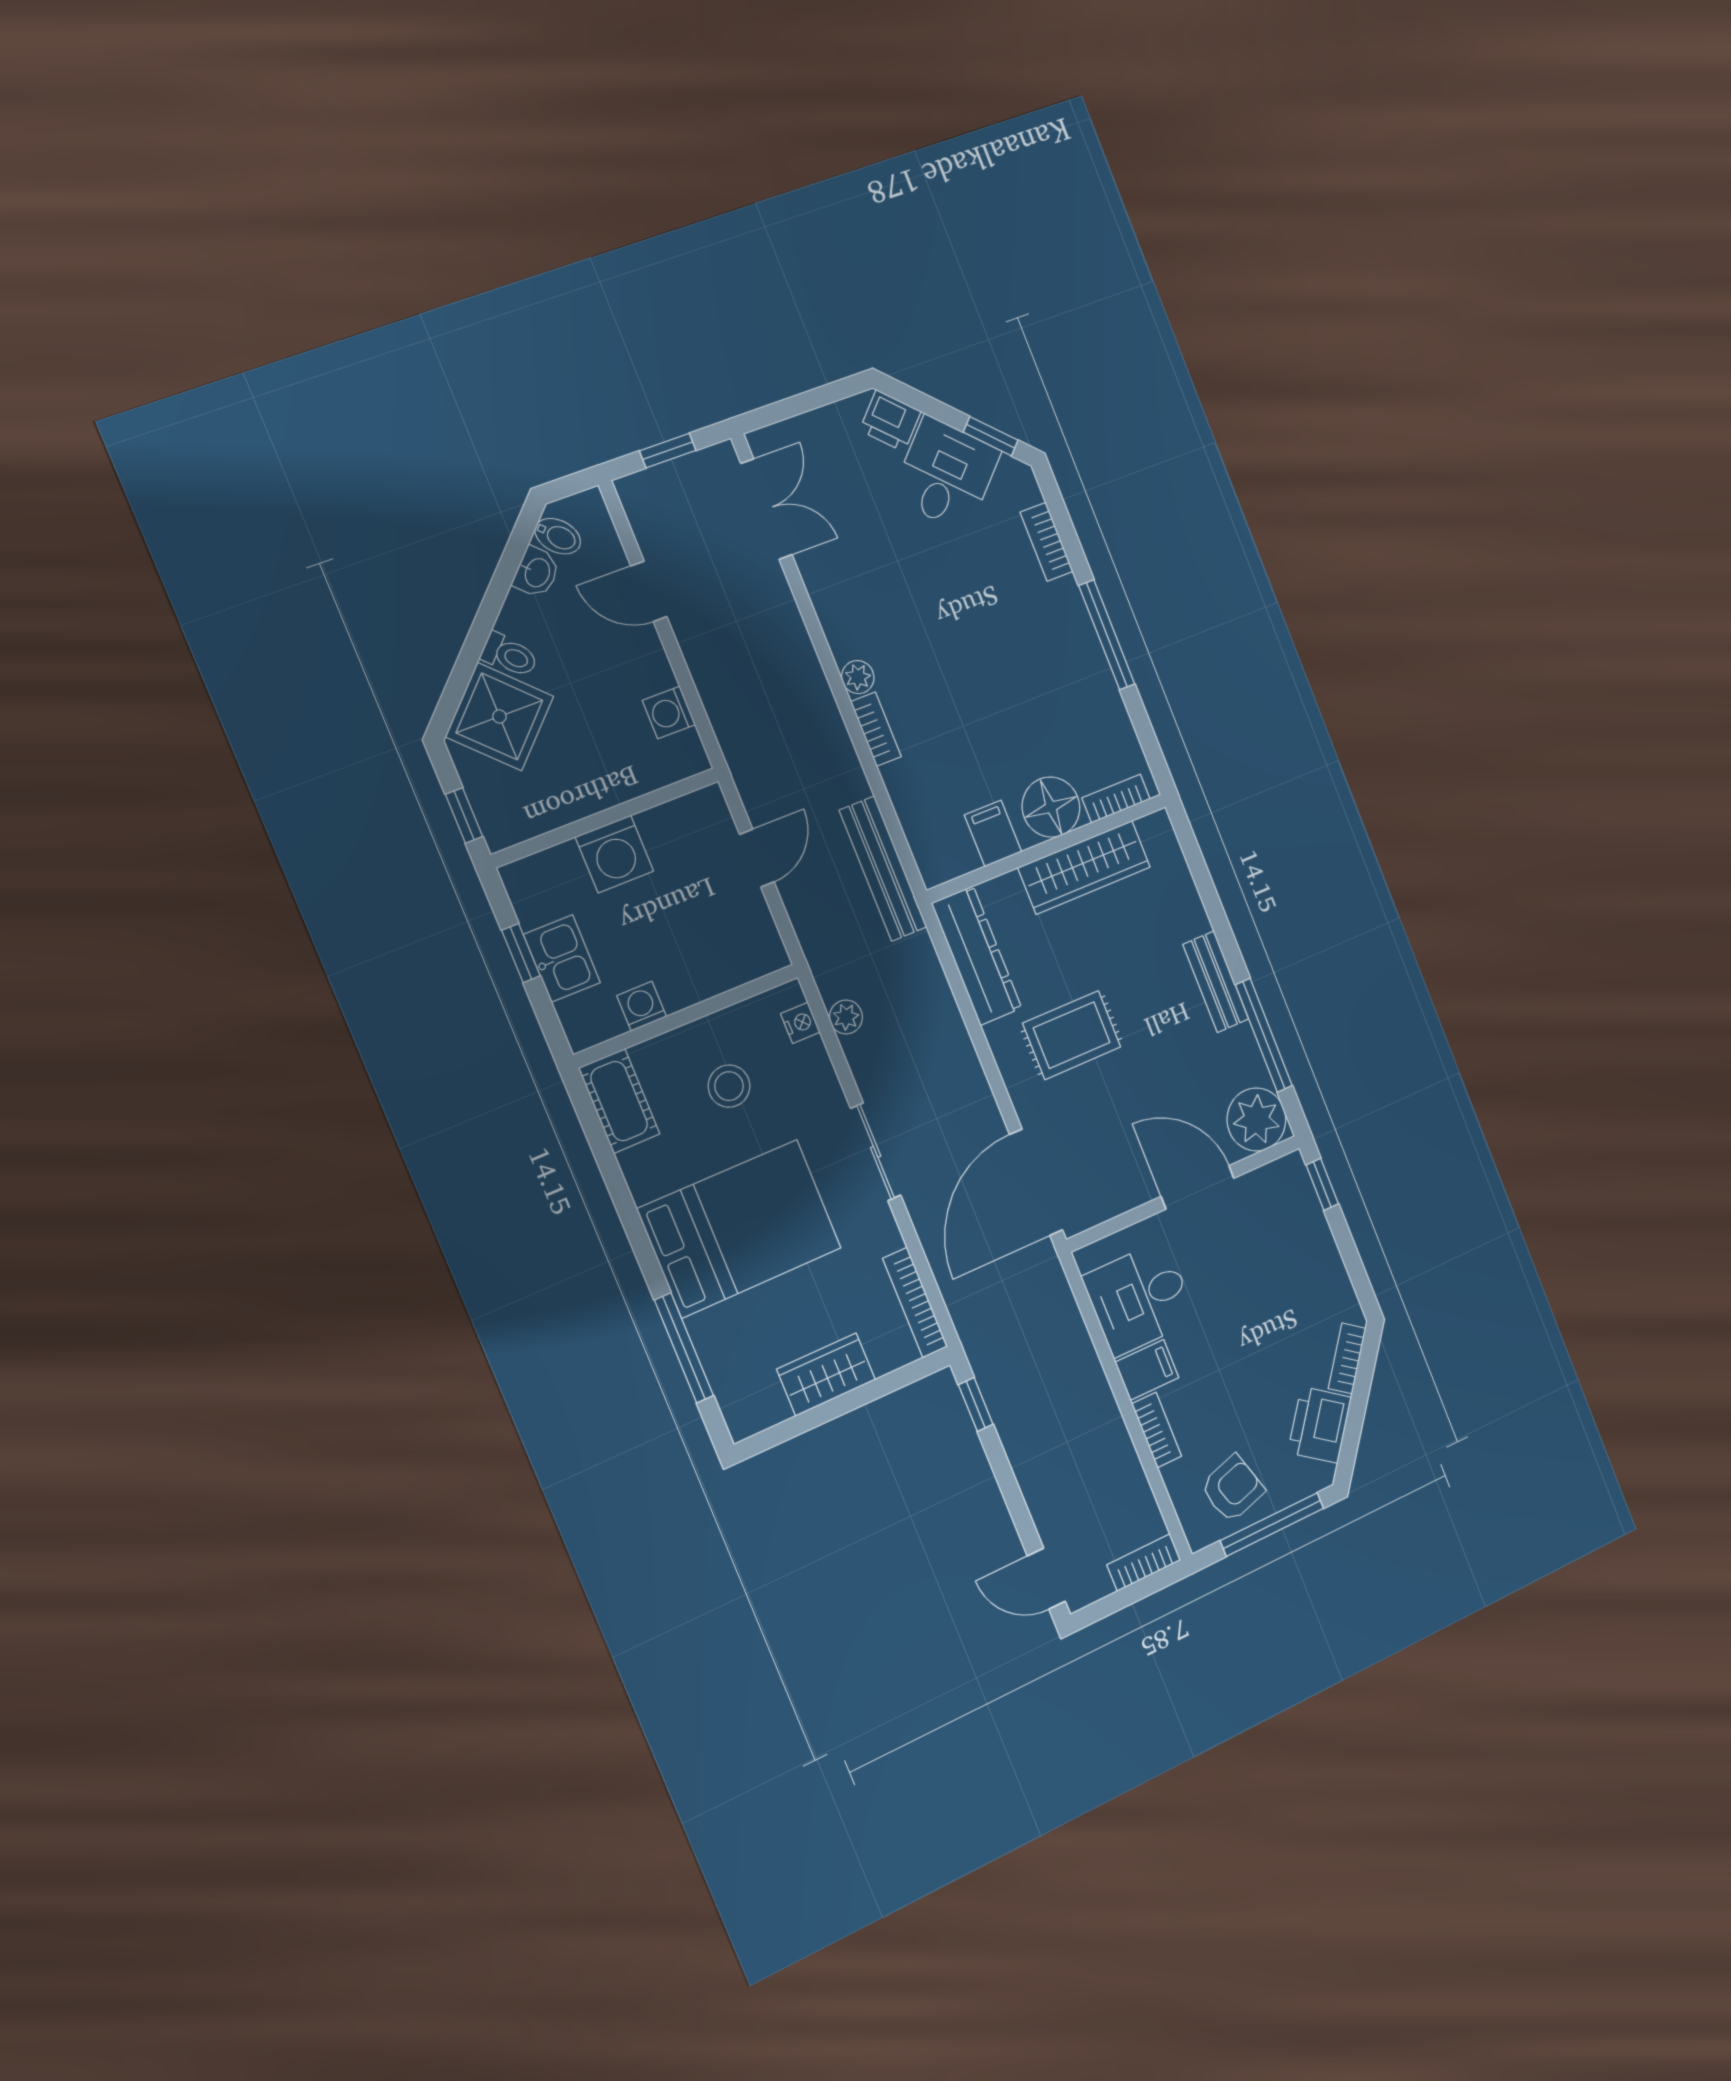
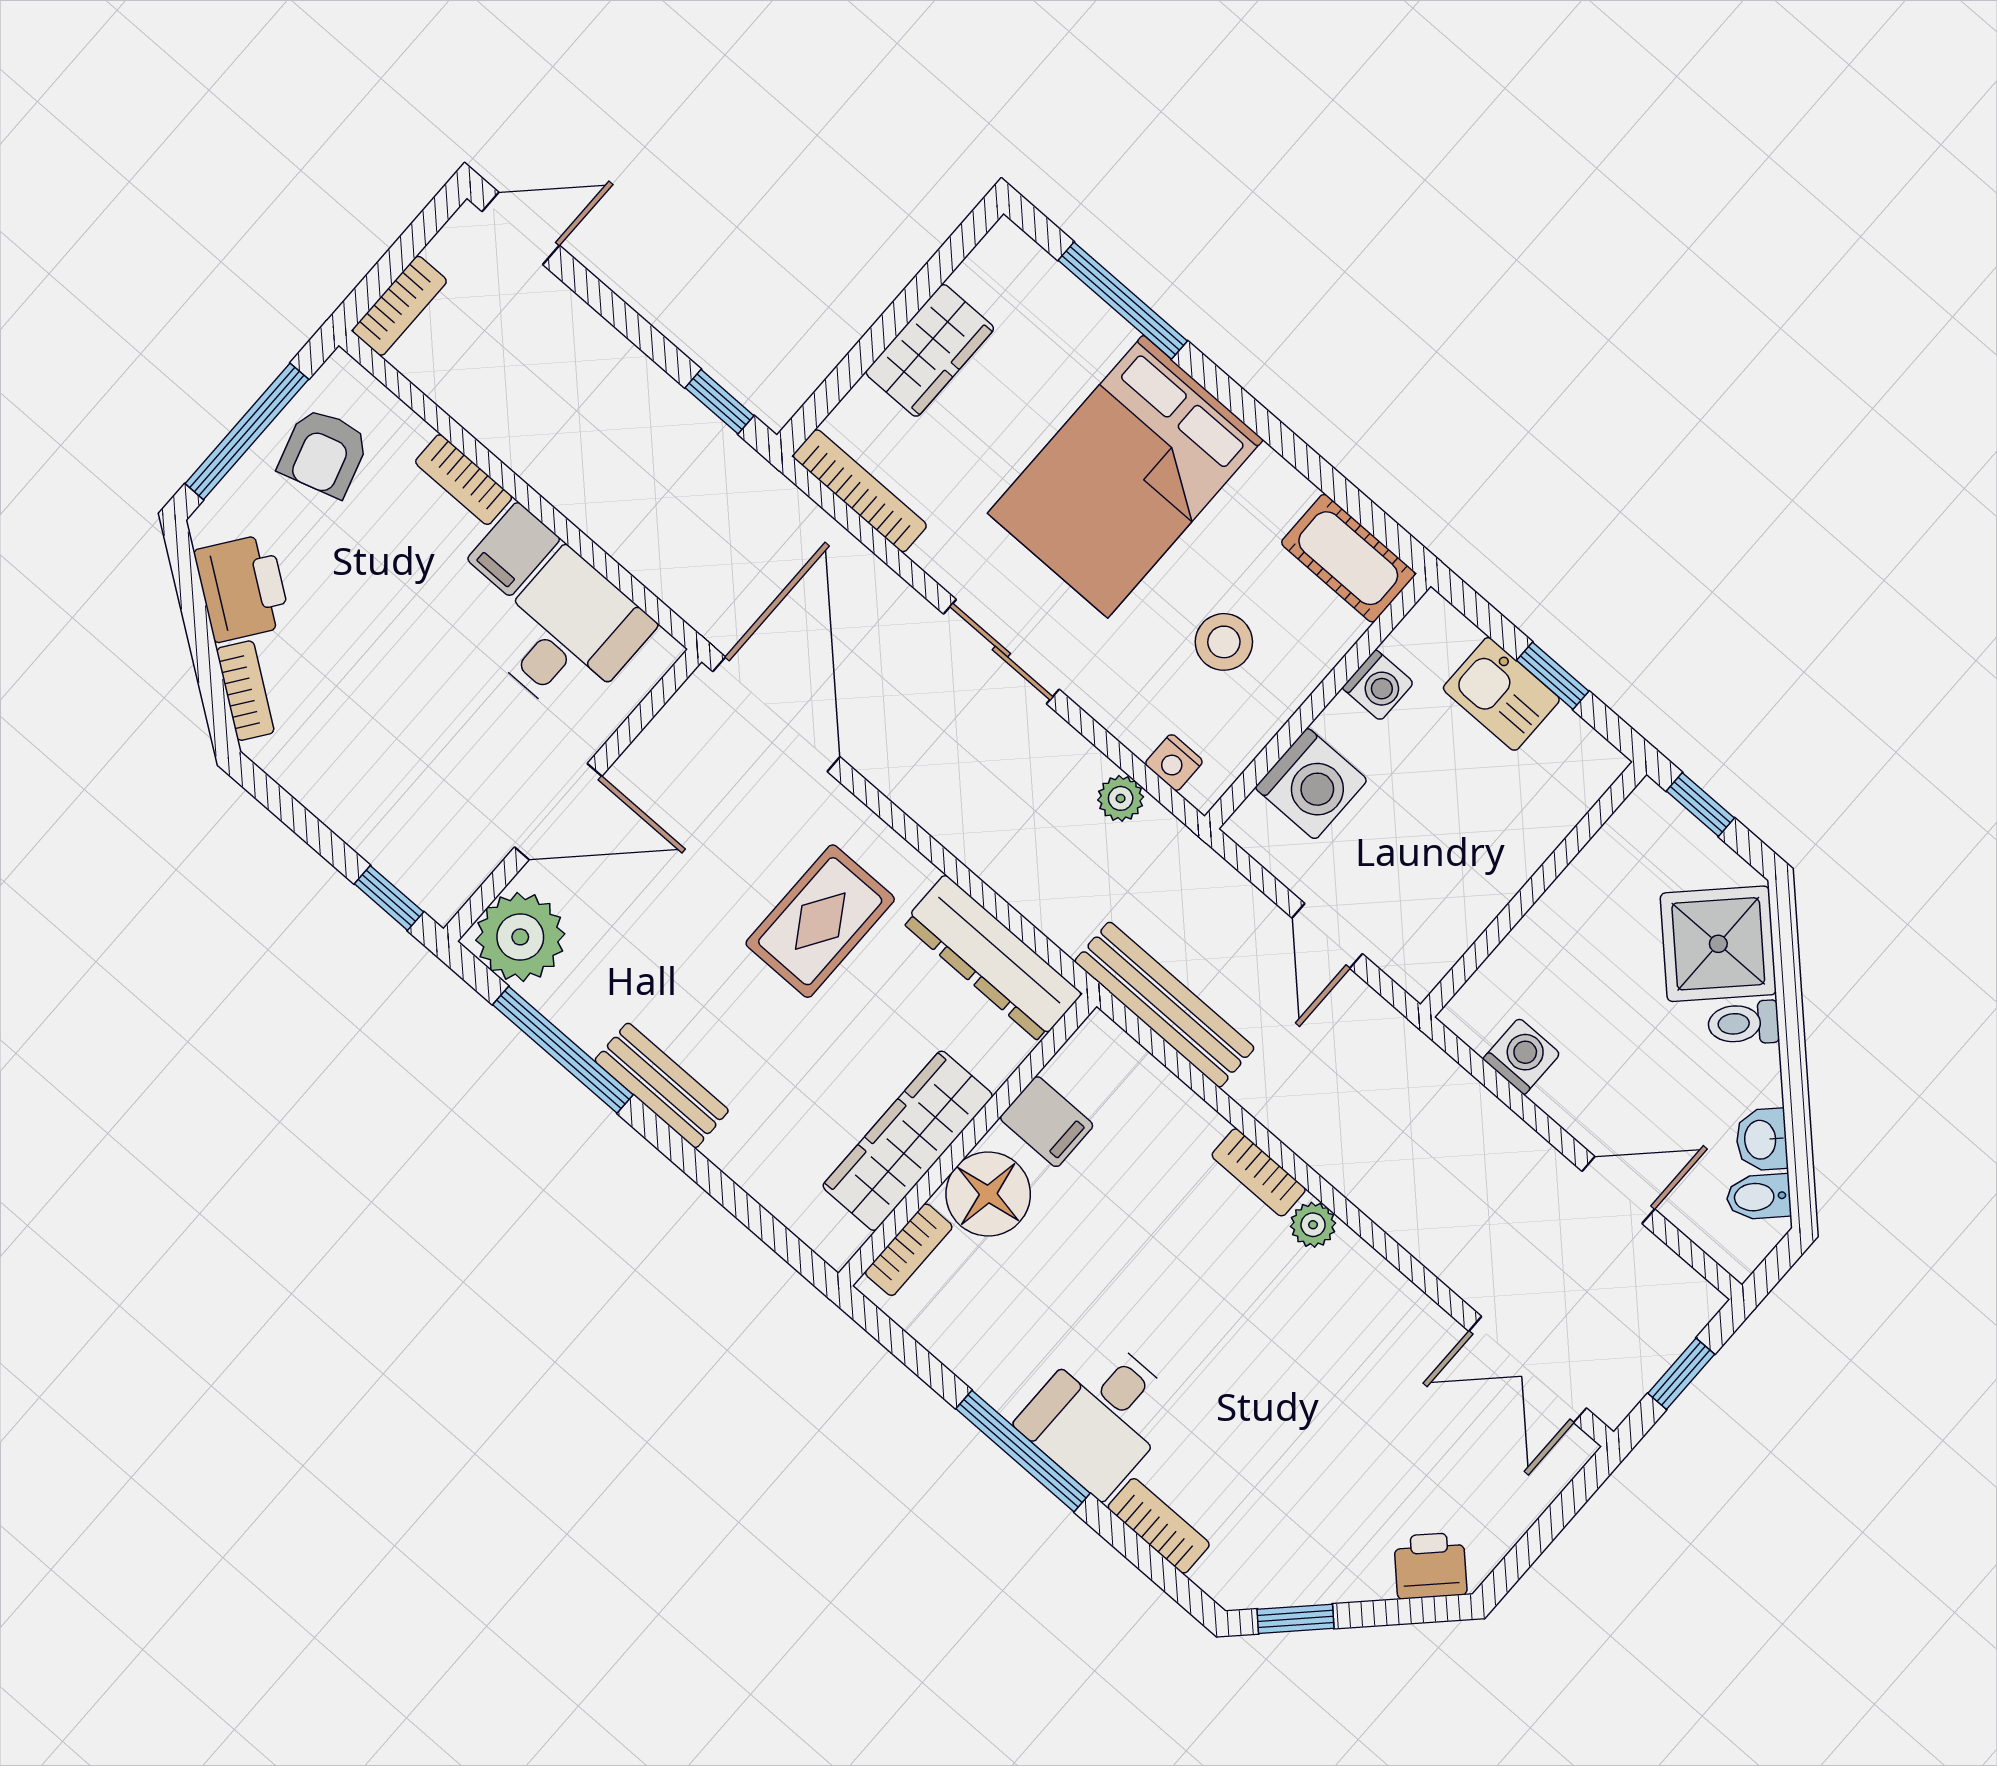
desk: (946, 474) -> (1100, 1415), moved, turned 45
washing machine: (614, 854) -> (1311, 784), moved, turned 180

